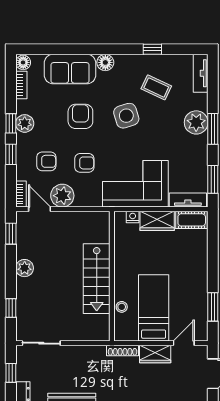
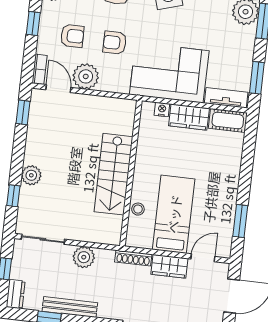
armchair: (84, 163) -> (115, 43), turned 180
plant: (25, 268) -> (31, 175), moved
plant: (79, 355) -> (84, 257), added

